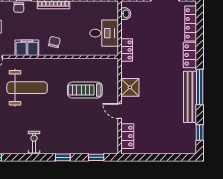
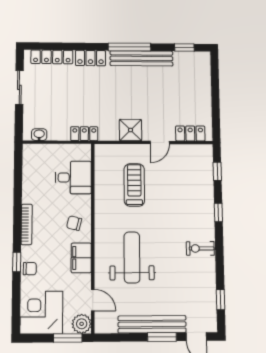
desk: (104, 33) -> (73, 177), moved, turned 90
treadmill: (85, 90) -> (134, 185), turned 180

